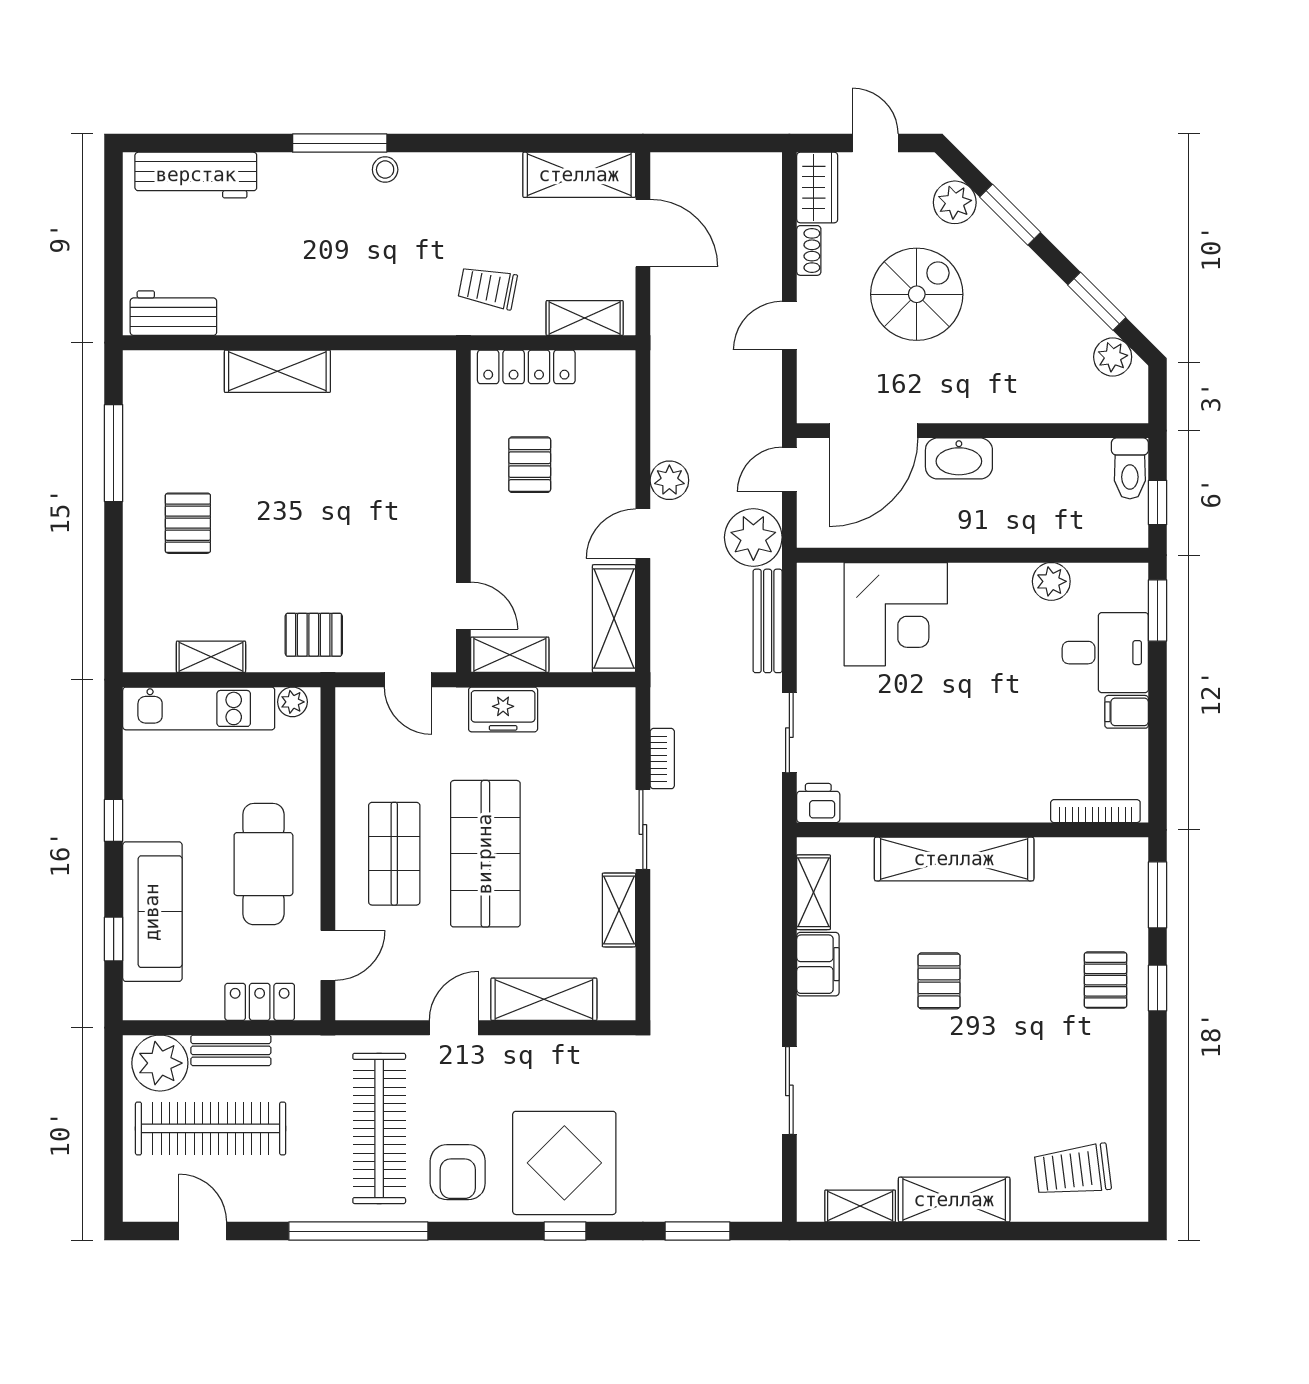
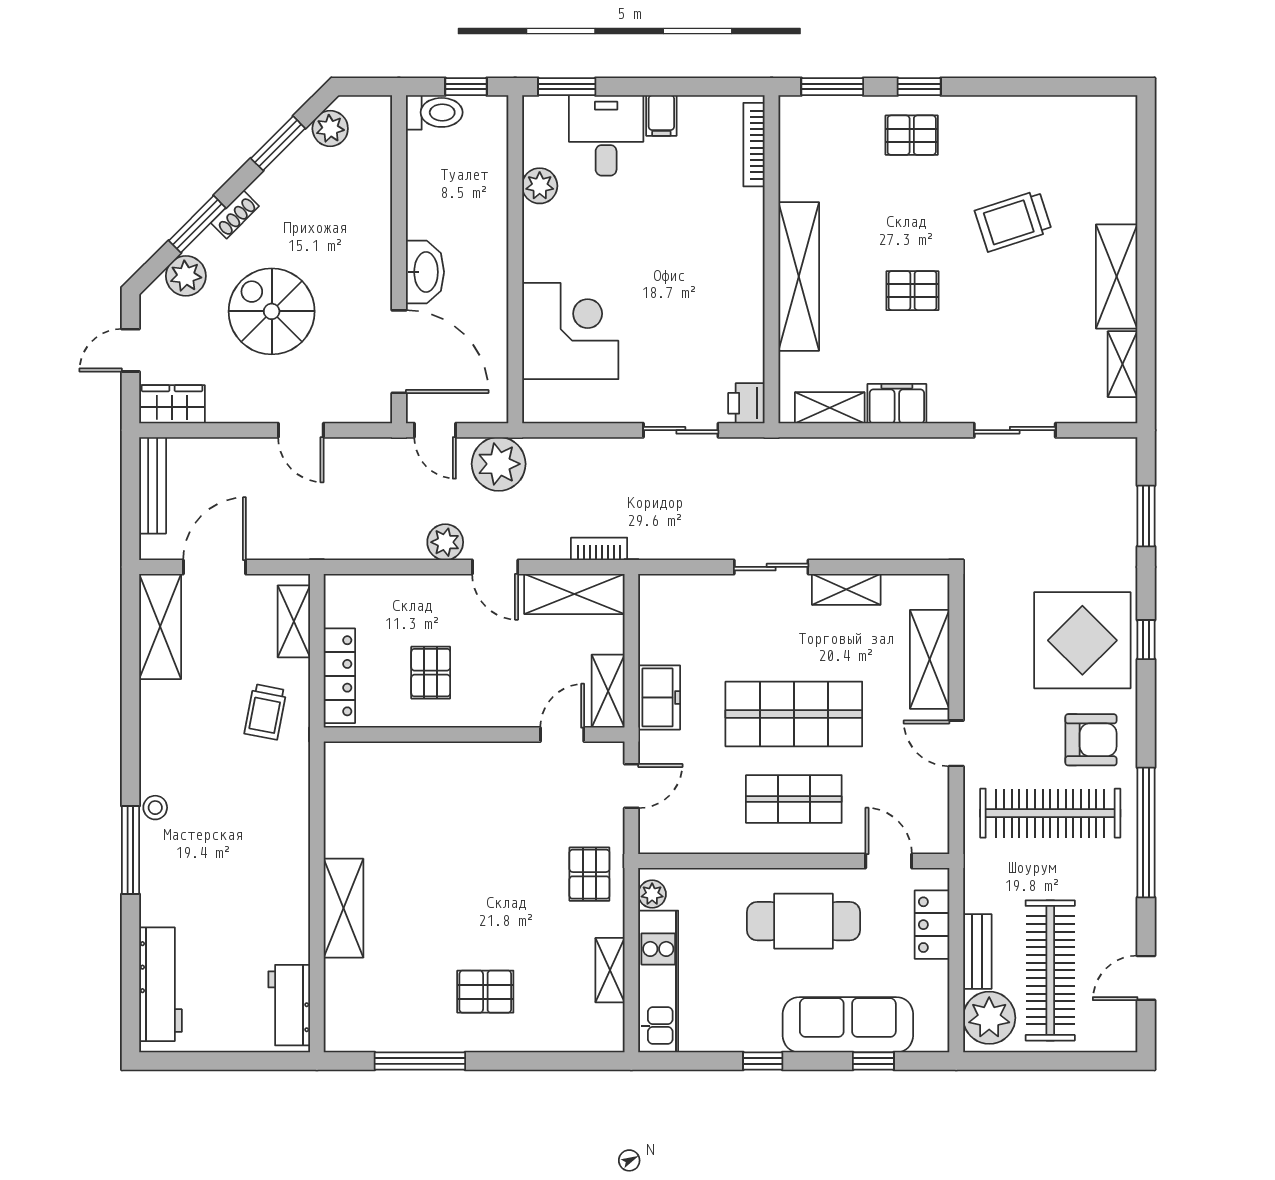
shoe rack: (809, 250) -> (235, 214), moved, turned 135
pallet: (530, 465) -> (431, 673), turned 90
bench: (768, 621) -> (153, 485), moved, turned 90
bookcase: (662, 759) -> (599, 549), moved
trolley: (1073, 1170) -> (1013, 221), moved, turned 79

